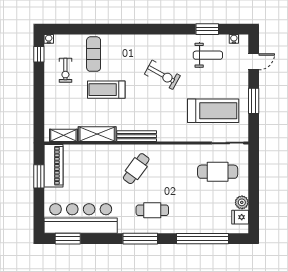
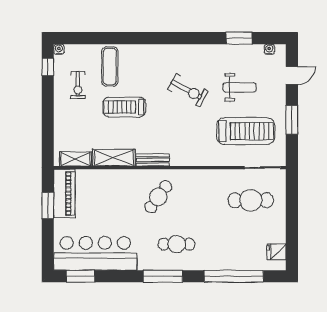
weight bench: (208, 55) -> (240, 87), moved
bench: (137, 136) -> (153, 160), width x0.73
plant: (242, 202) -> (278, 235), removed

